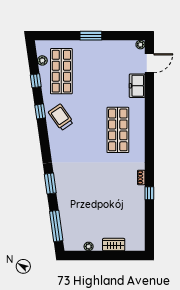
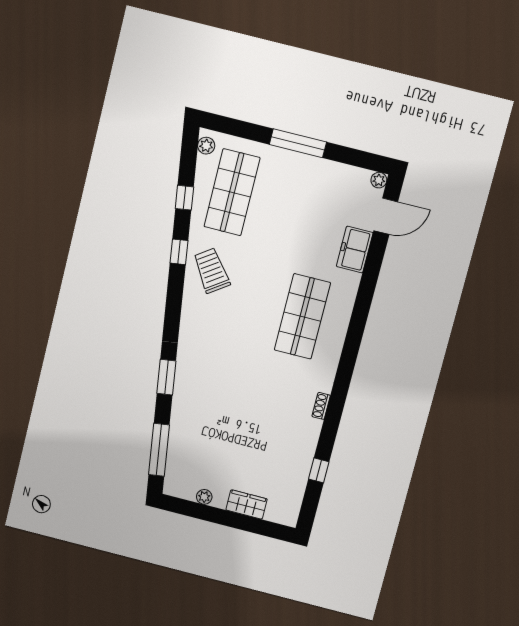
window: (91, 36) -> (298, 143), width x1.44
plant: (42, 60) -> (206, 146), moved
window: (149, 193) -> (319, 470), moved

